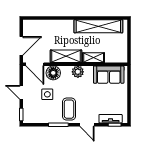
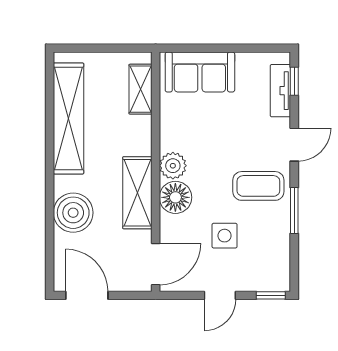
boiler: (57, 28) -> (73, 213), added
door: (21, 46) -> (87, 295), moved
shelving: (94, 58) -> (140, 89), moved
floor lamp: (53, 73) -> (175, 197), moved
sofa: (109, 75) -> (200, 72), moved, turned 90

